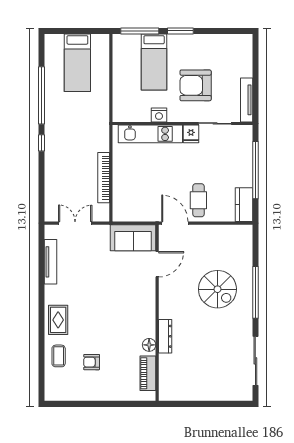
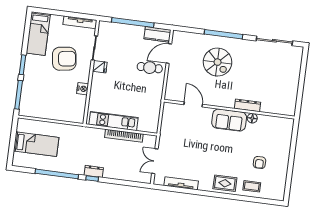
bed: (154, 62) -> (38, 34), moved, turned 90
armchair: (196, 85) -> (64, 59), turned -98
kitchen unit: (150, 134) -> (113, 121), moved, turned -90
dresser: (51, 144) -> (94, 171), added
door: (175, 223) -> (169, 54), moved
sofa: (133, 238) -> (229, 120), moved, turned 90
spiral stairs: (217, 289) -> (218, 62), turned 90
piano: (148, 373) -> (273, 122), removed

